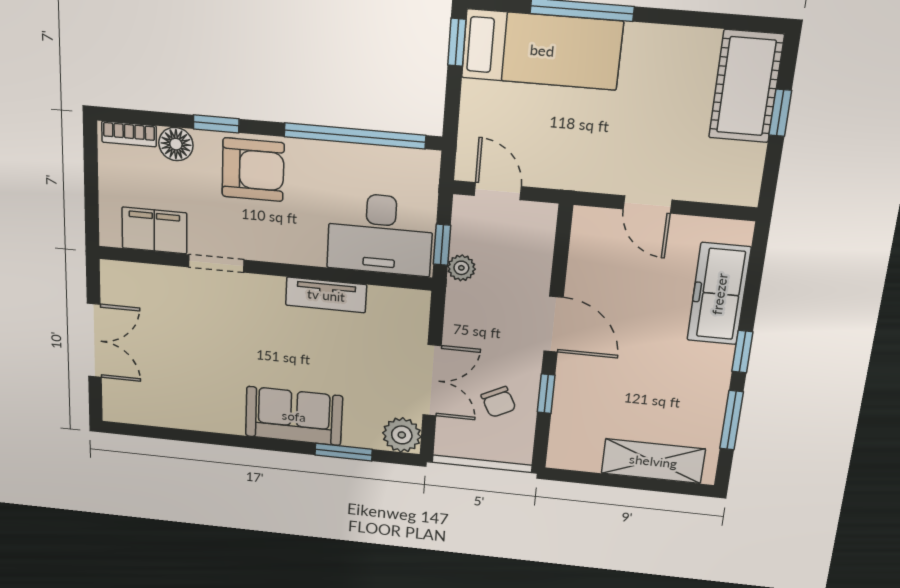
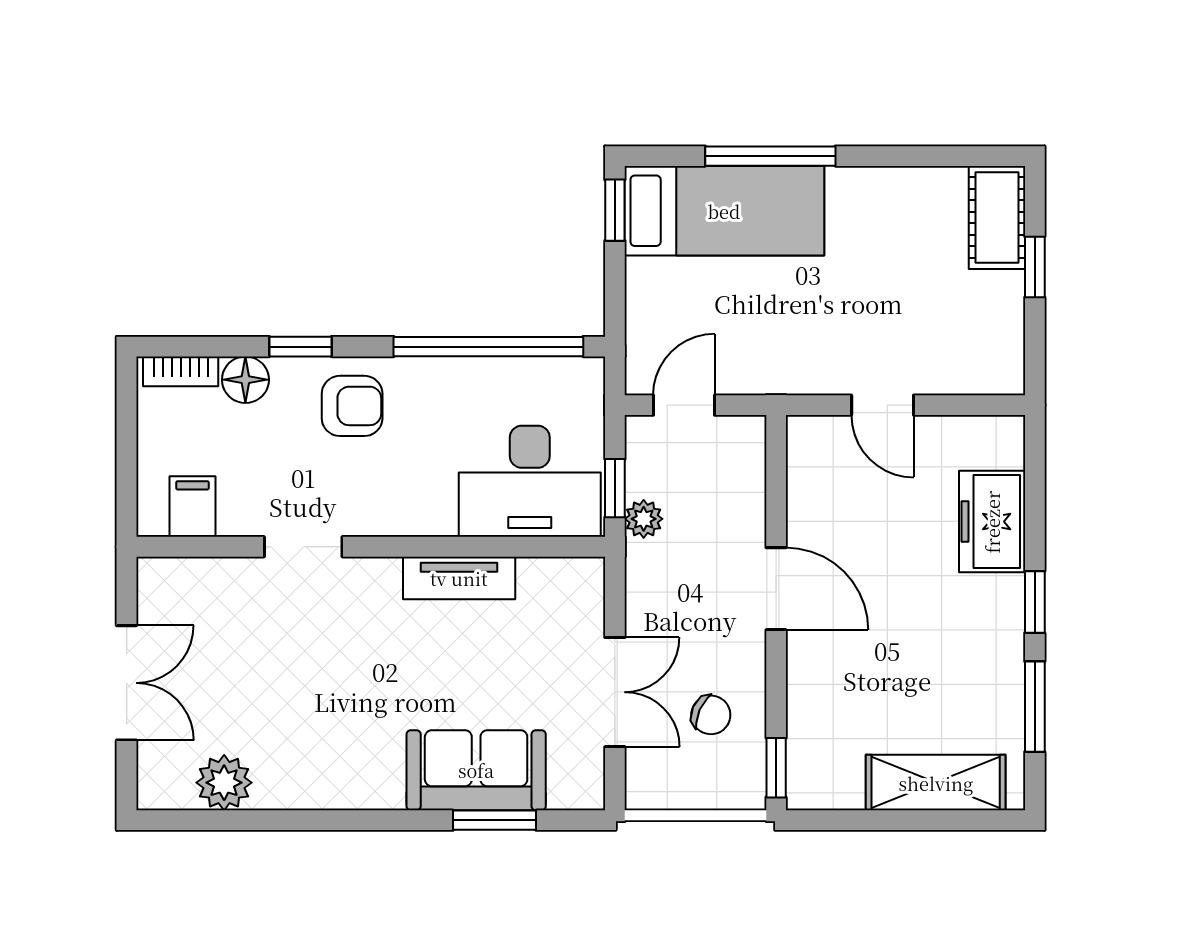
cot: (746, 86) -> (997, 217), width x0.73, depth x0.75
armchair: (253, 170) -> (352, 406), width x0.72, depth x0.72
door: (498, 191) -> (684, 405), hinge flipped
filing cabinet: (154, 230) -> (193, 507), width x0.50
freezer: (719, 294) -> (992, 522), width x0.71
window: (546, 394) -> (776, 768), moved
chair: (498, 402) -> (711, 715), turned -39
sofa: (294, 416) -> (476, 770), moved
plant: (402, 435) -> (224, 783), moved

